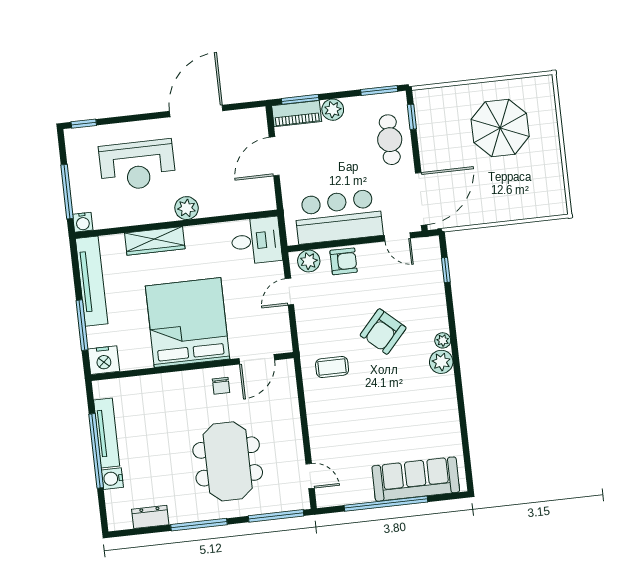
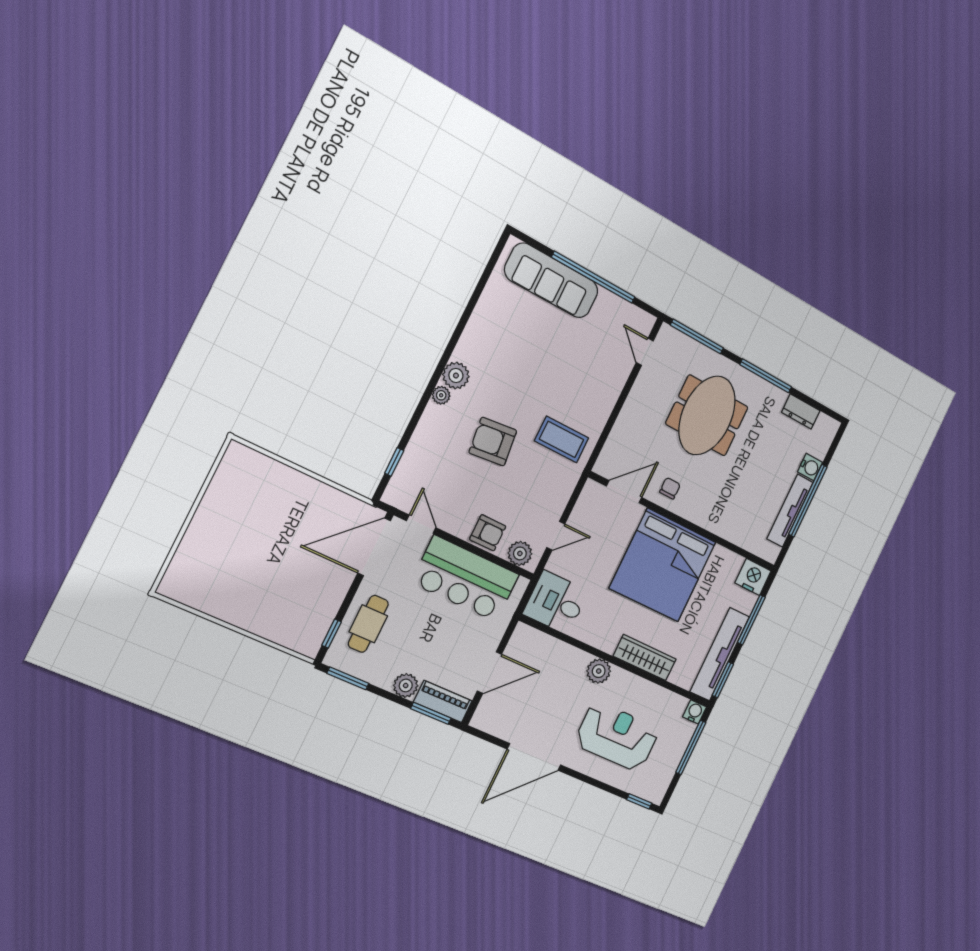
parasol: (500, 128) -> (247, 570), removed
armchair: (344, 261) -> (488, 533), turned 180
window: (75, 262) -> (723, 680), added
armchair: (383, 331) -> (493, 442), turned -138
coffee table: (332, 367) -> (562, 439), width x1.36, depth x1.30

